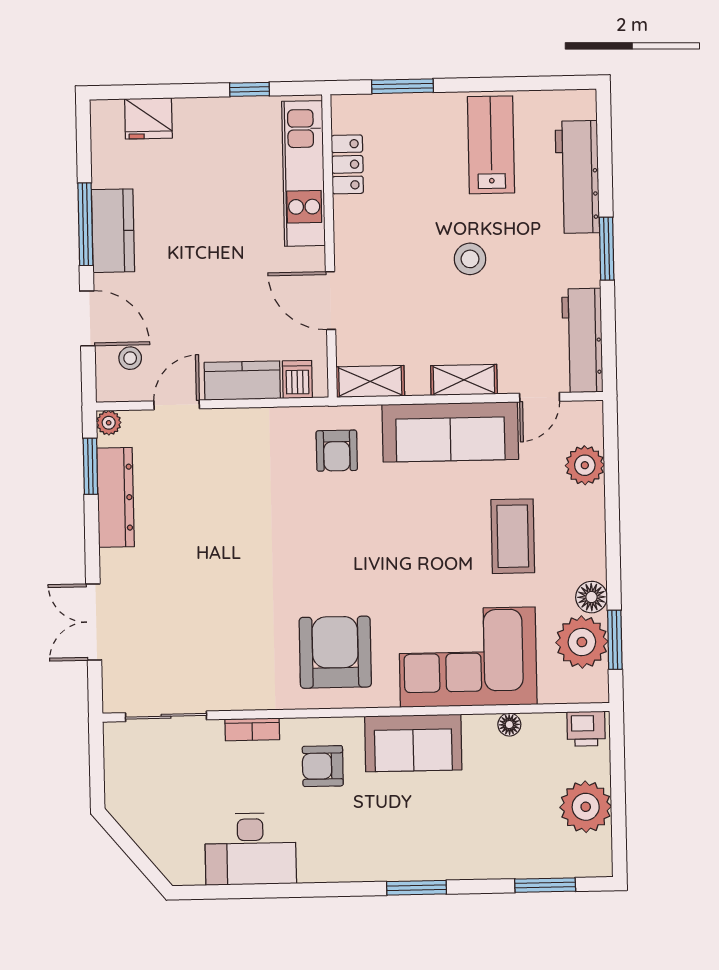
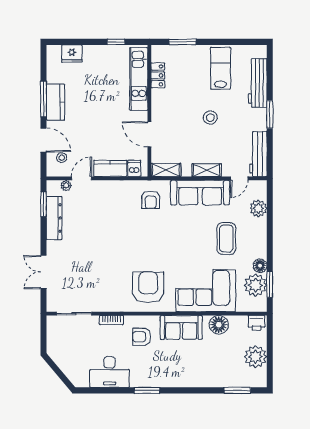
plant: (109, 423) -> (66, 185), moved
floor lamp: (509, 725) -> (219, 325), width x1.89, depth x1.89
window: (416, 888) -> (147, 390), moved

